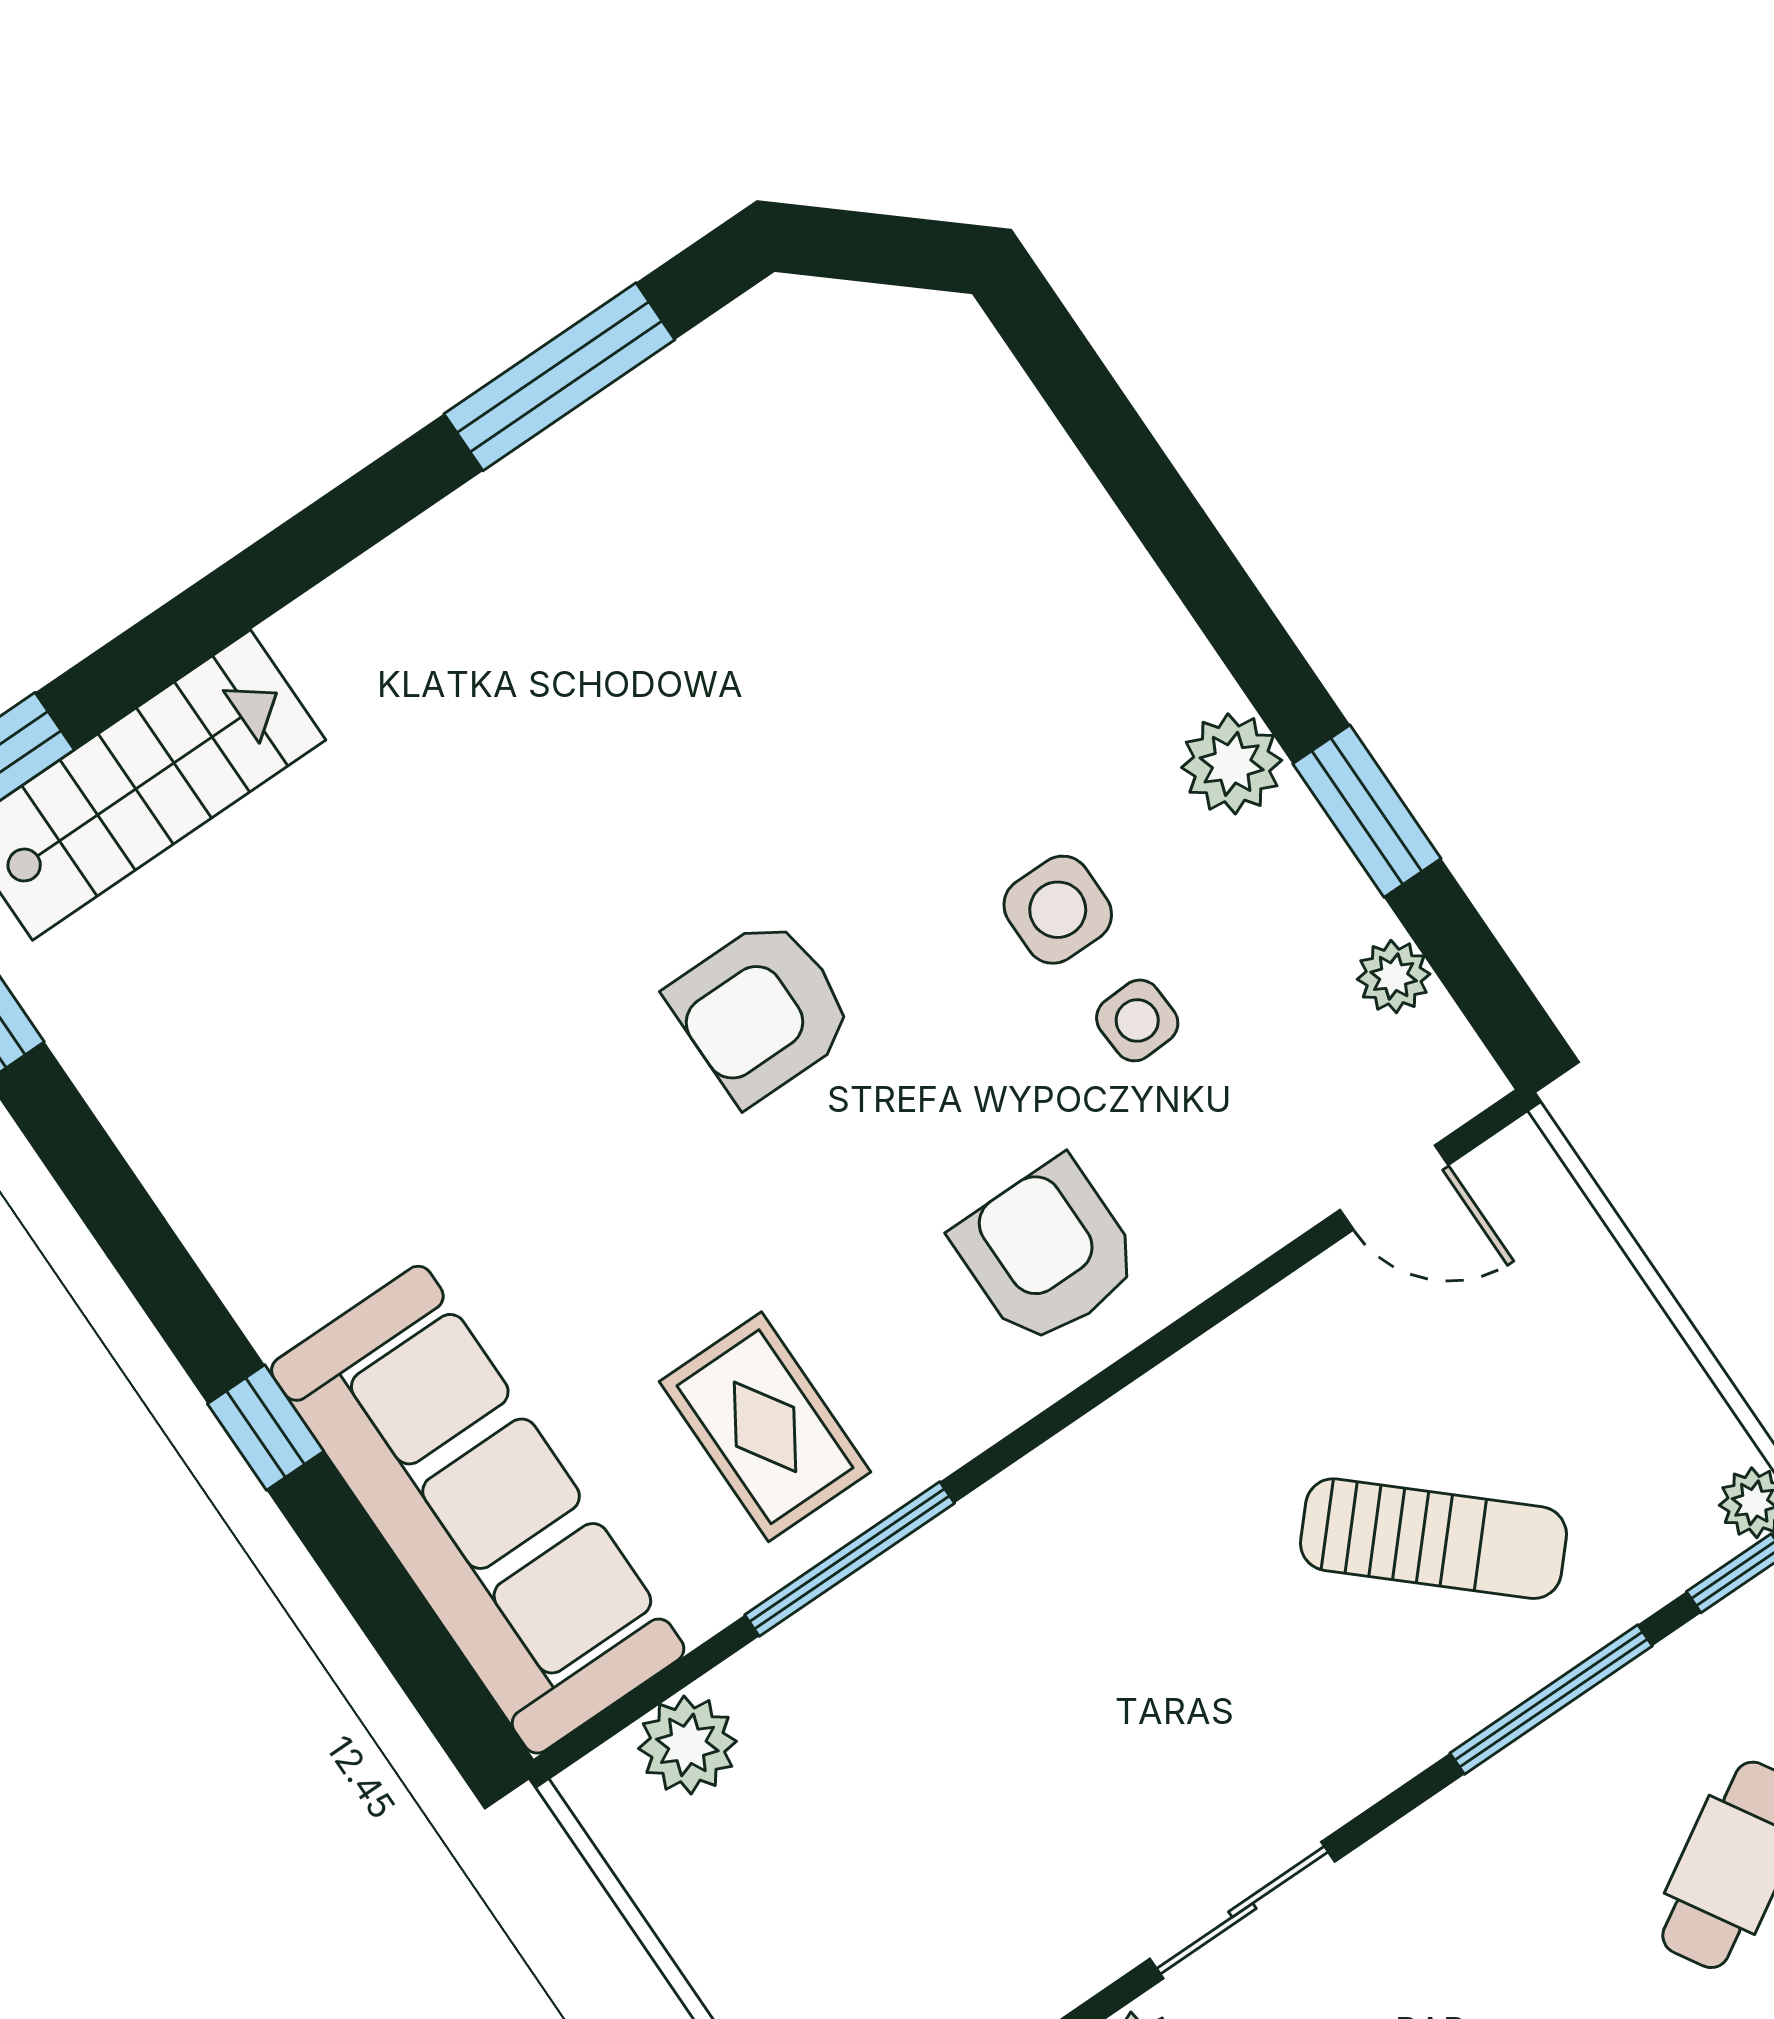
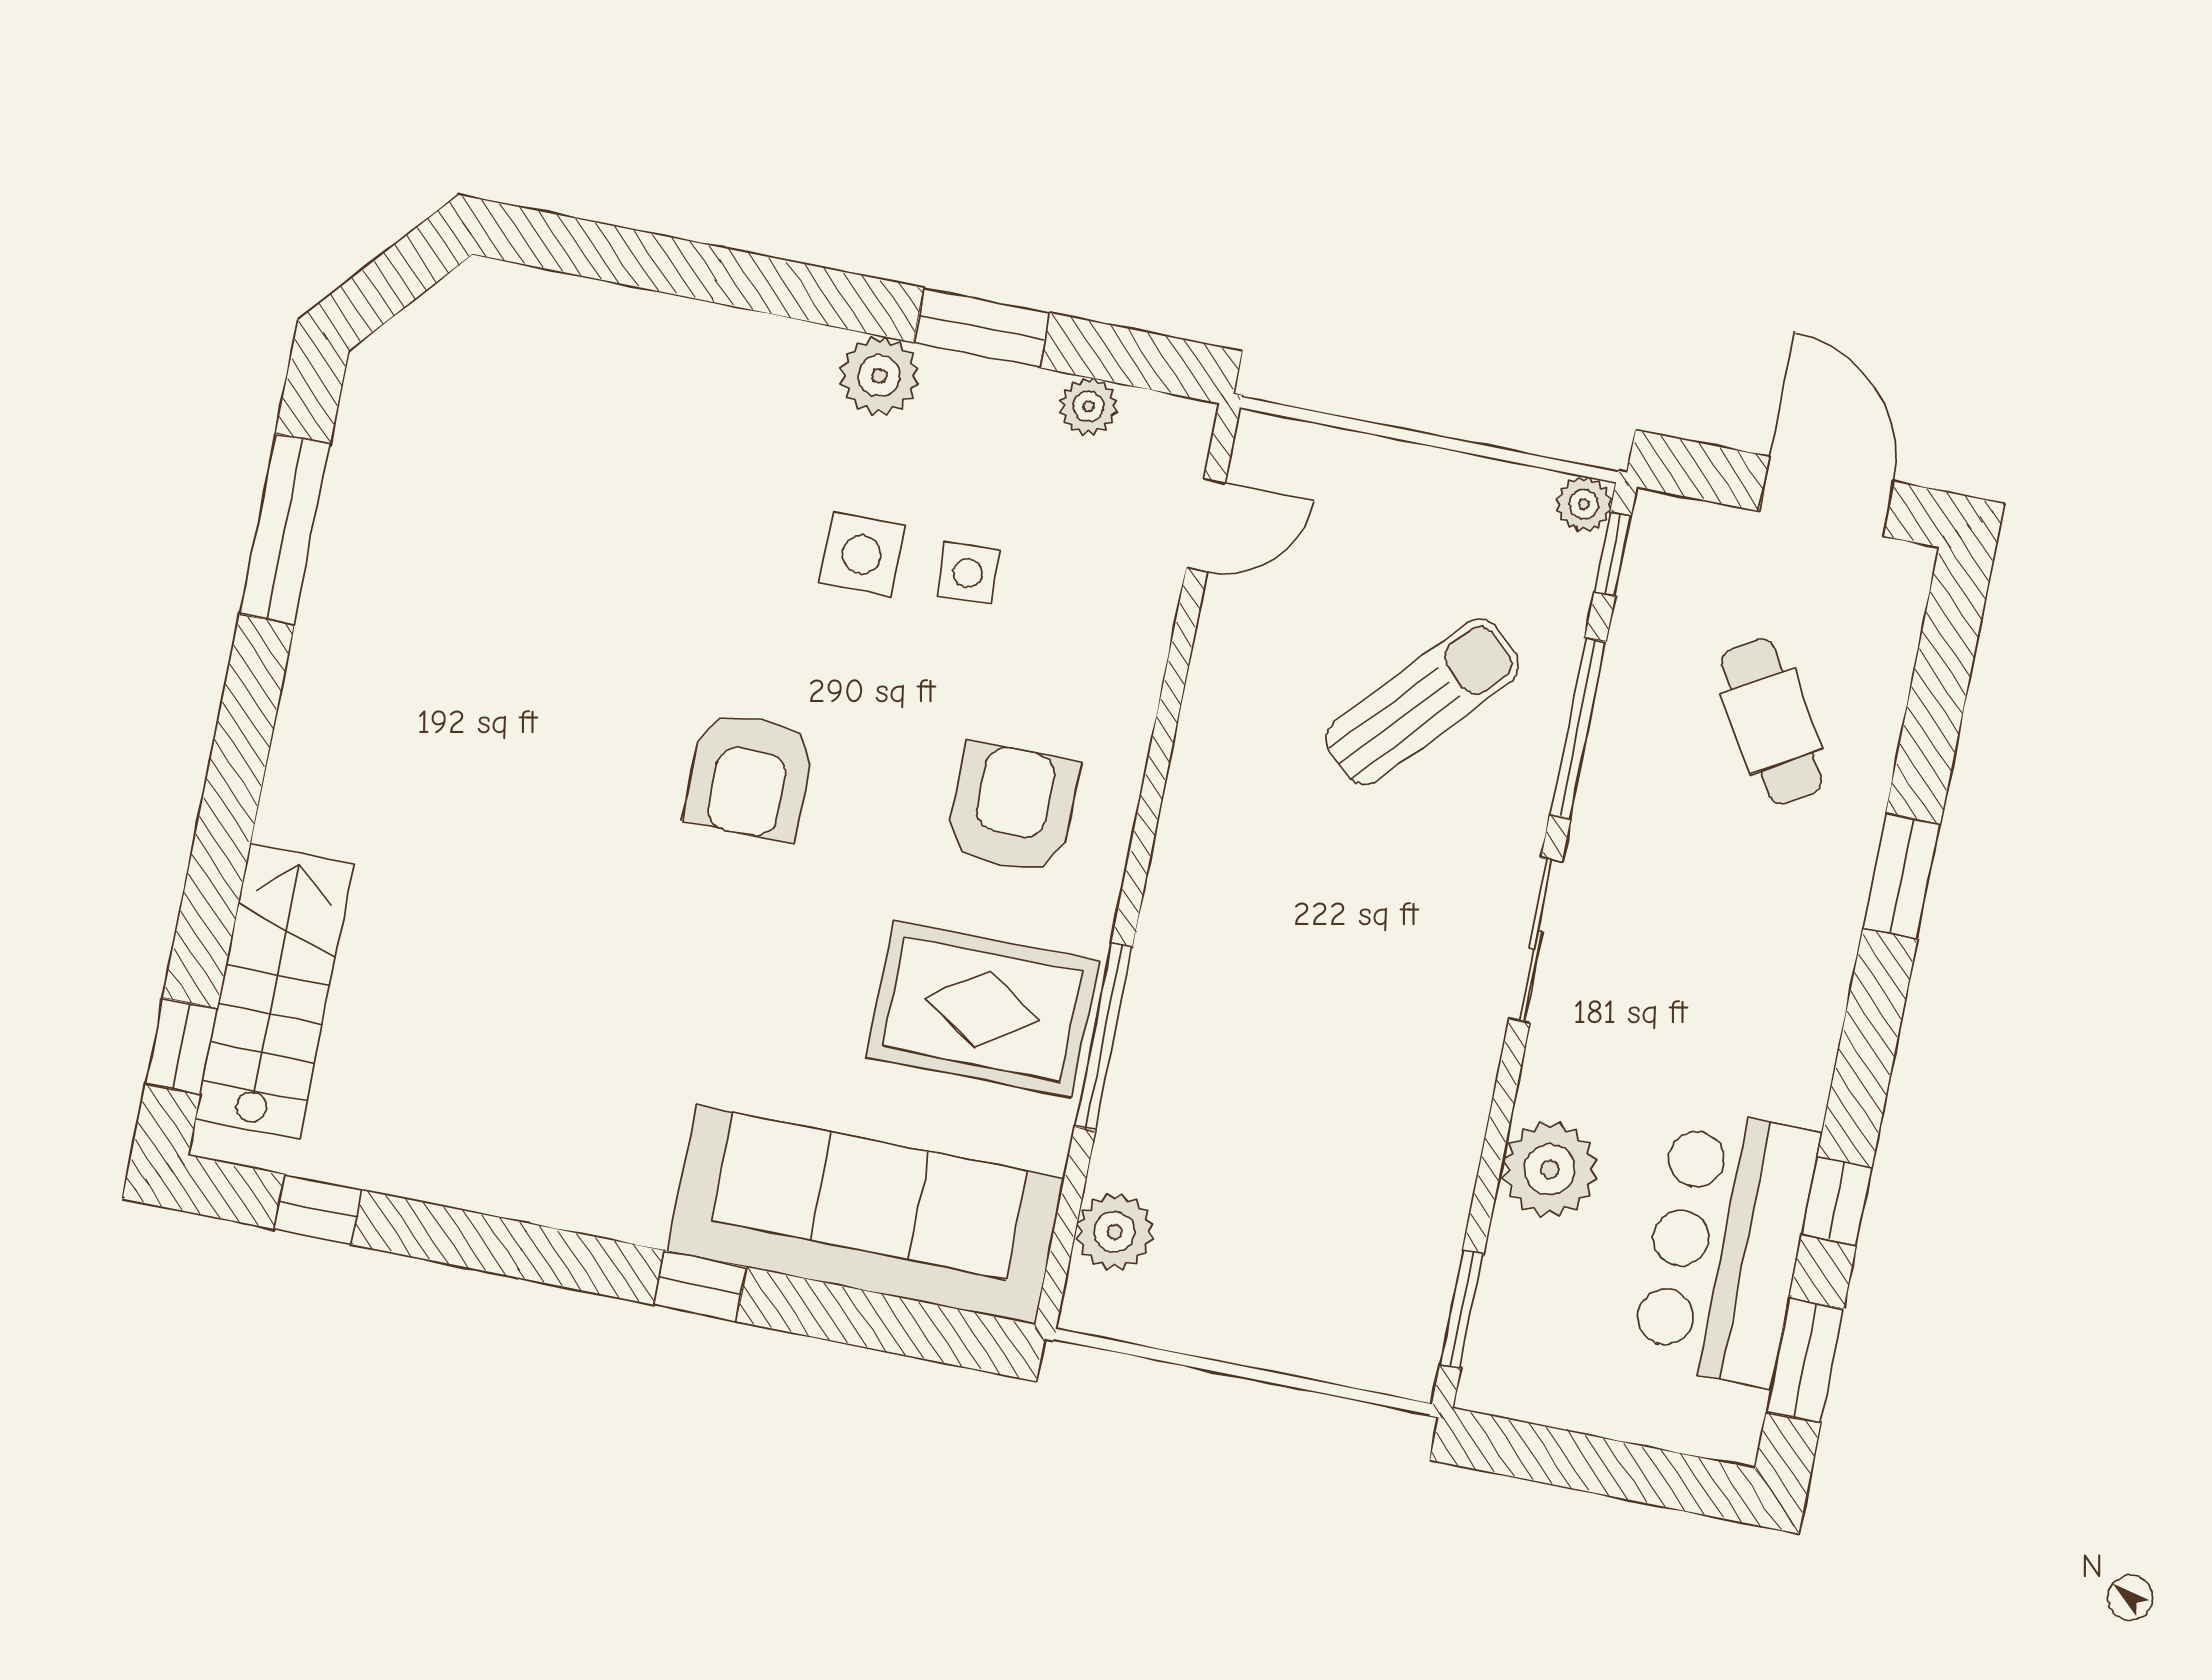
armchair: (1047, 1252) -> (1013, 808), moved, turned 90
rug: (765, 1427) -> (982, 1009), width x1.36, depth x1.43
sliding door: (1242, 1910) -> (1535, 940), moved

